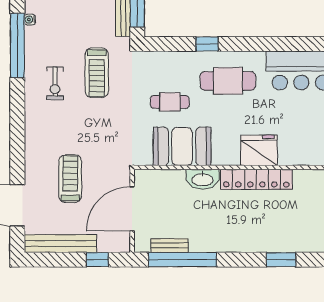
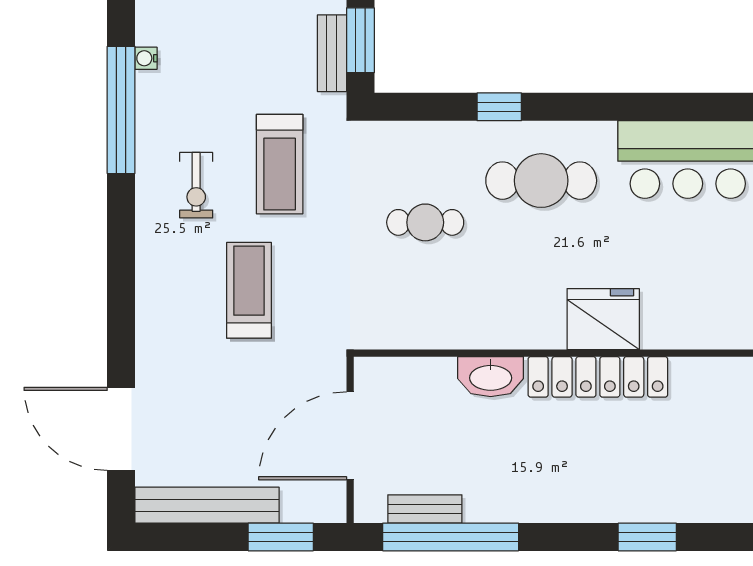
booth: (182, 146) -> (450, 311), removed
treadmill: (70, 179) -> (249, 290), moved
window: (97, 260) -> (281, 537), width x1.50

